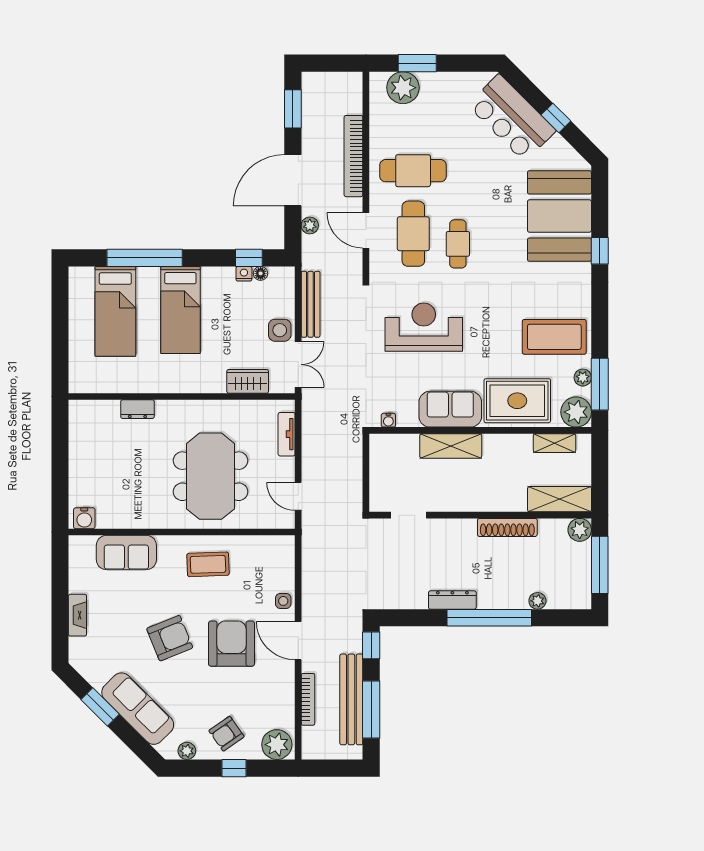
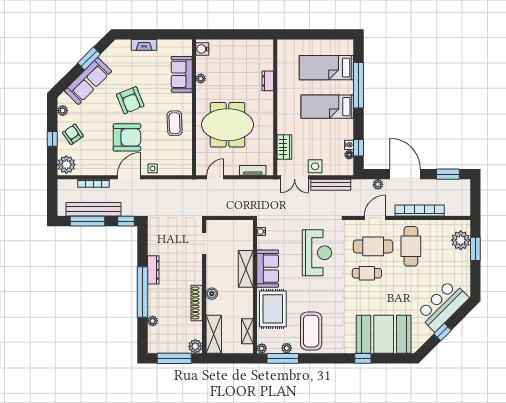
plant: (576, 412) -> (262, 348), width x0.53, depth x0.53
boiler: (492, 502) -> (212, 294), added
plant: (134, 521) -> (201, 79), added

